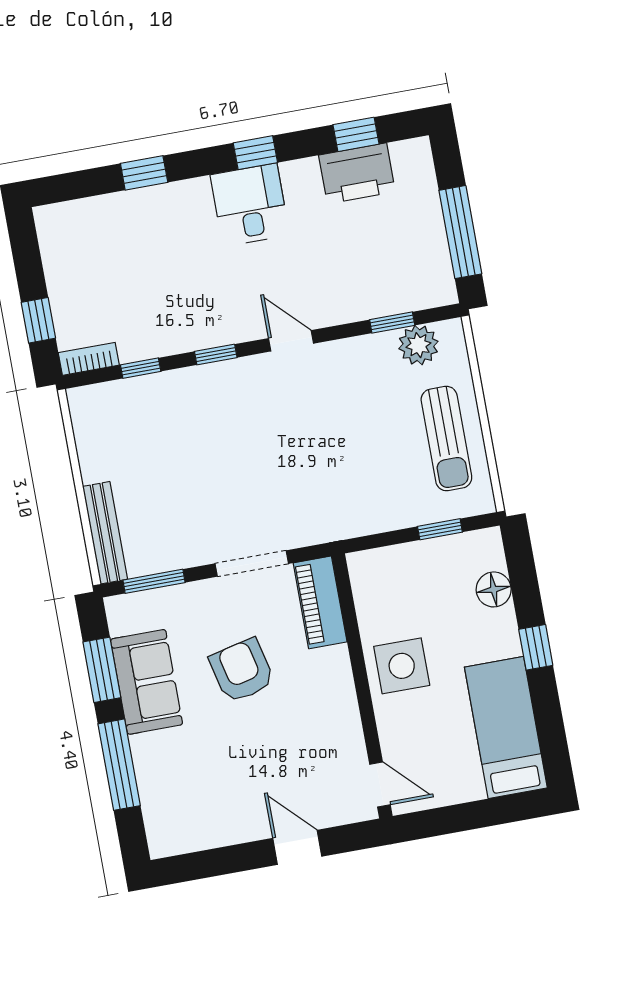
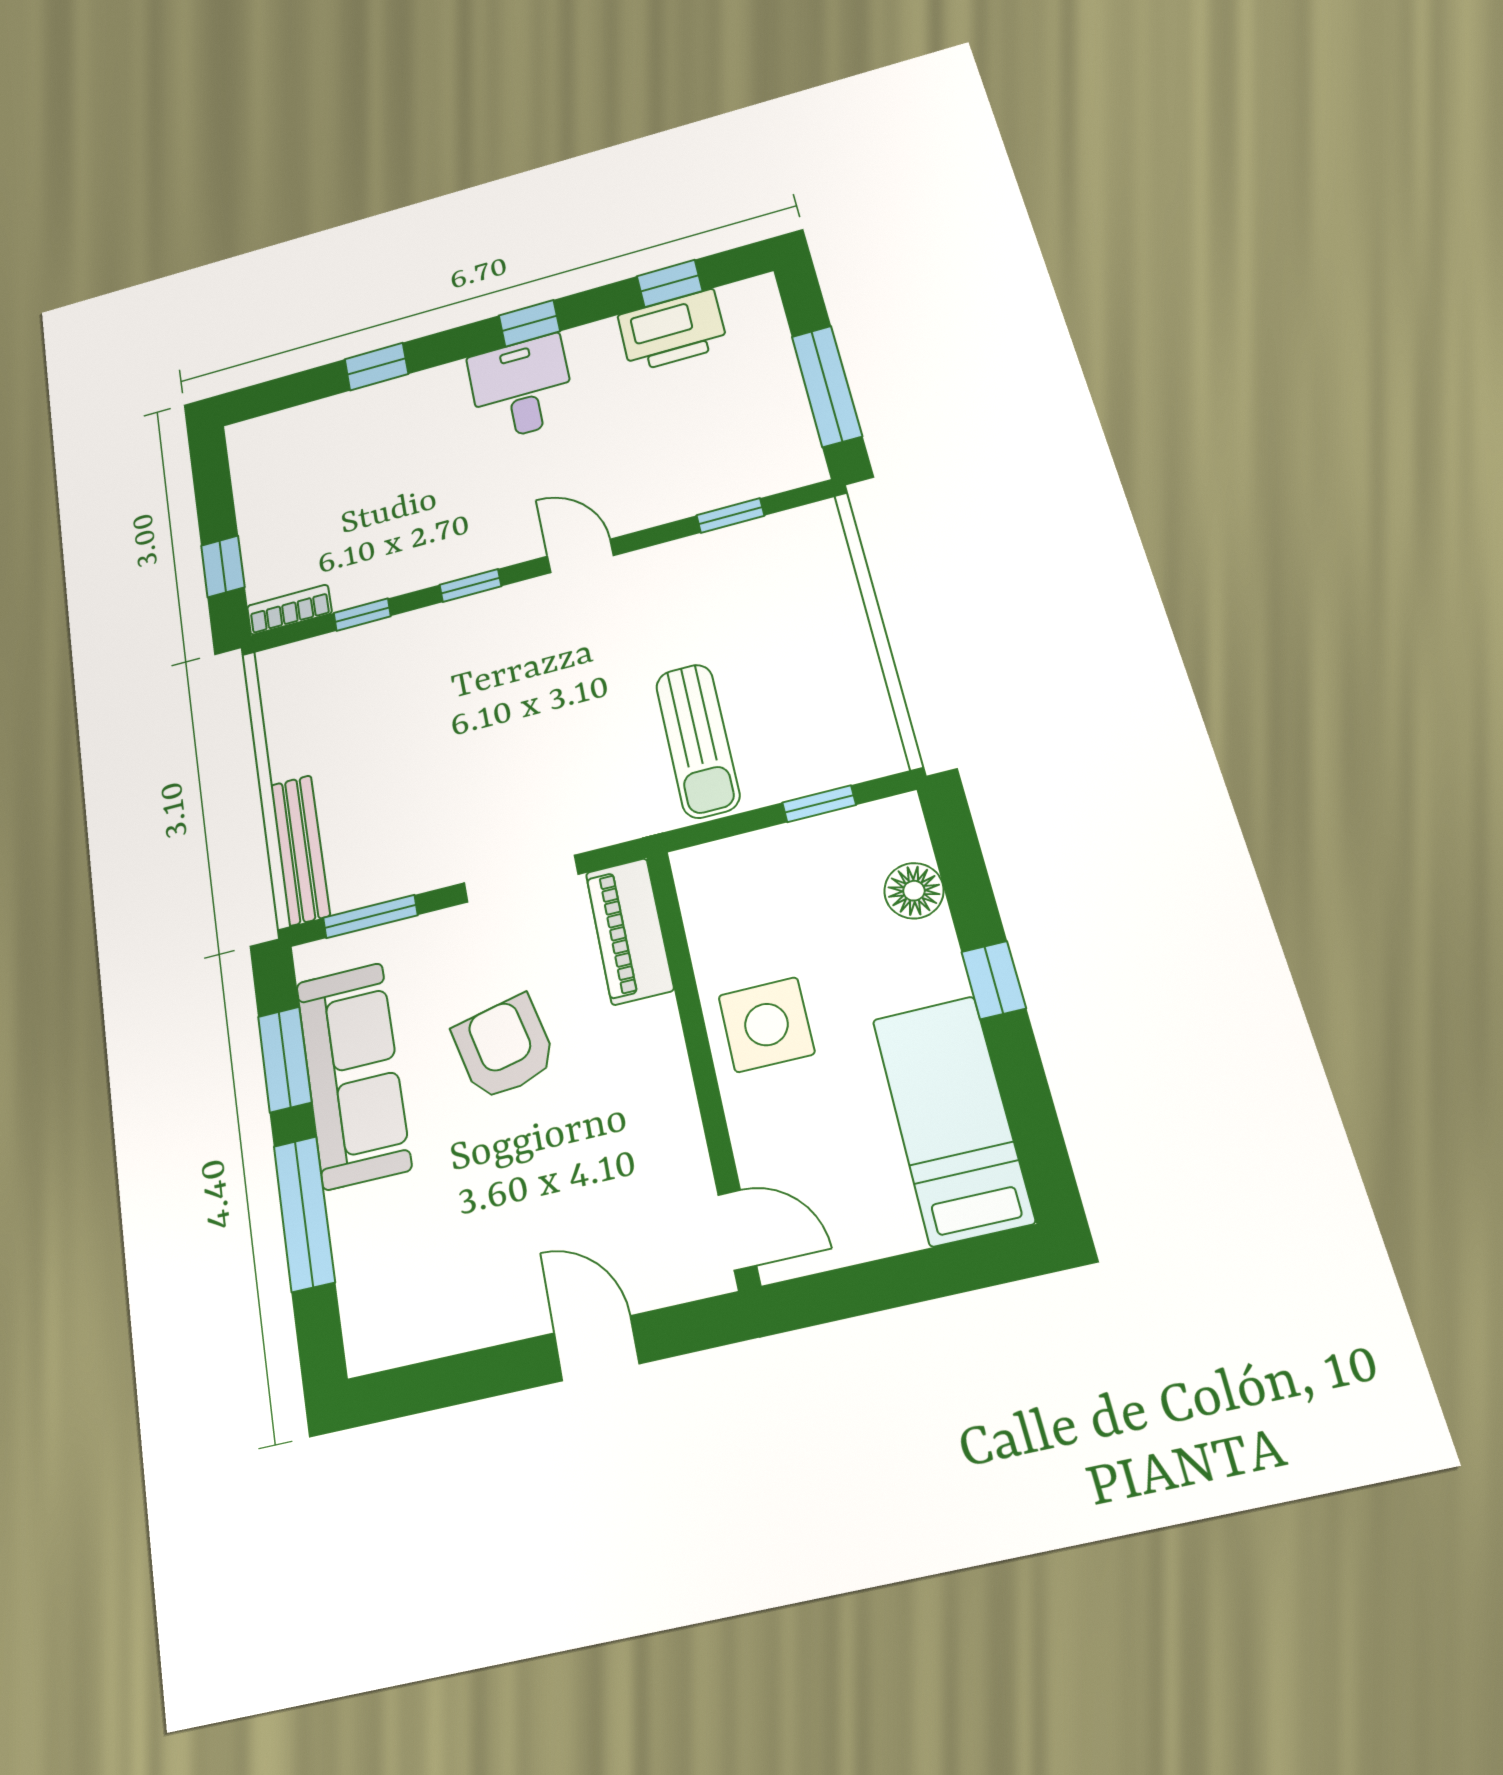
plant: (418, 345) -> (772, 542), removed
sun lounger: (446, 439) -> (698, 740), moved
sofa: (147, 682) -> (353, 1075), width x1.36

